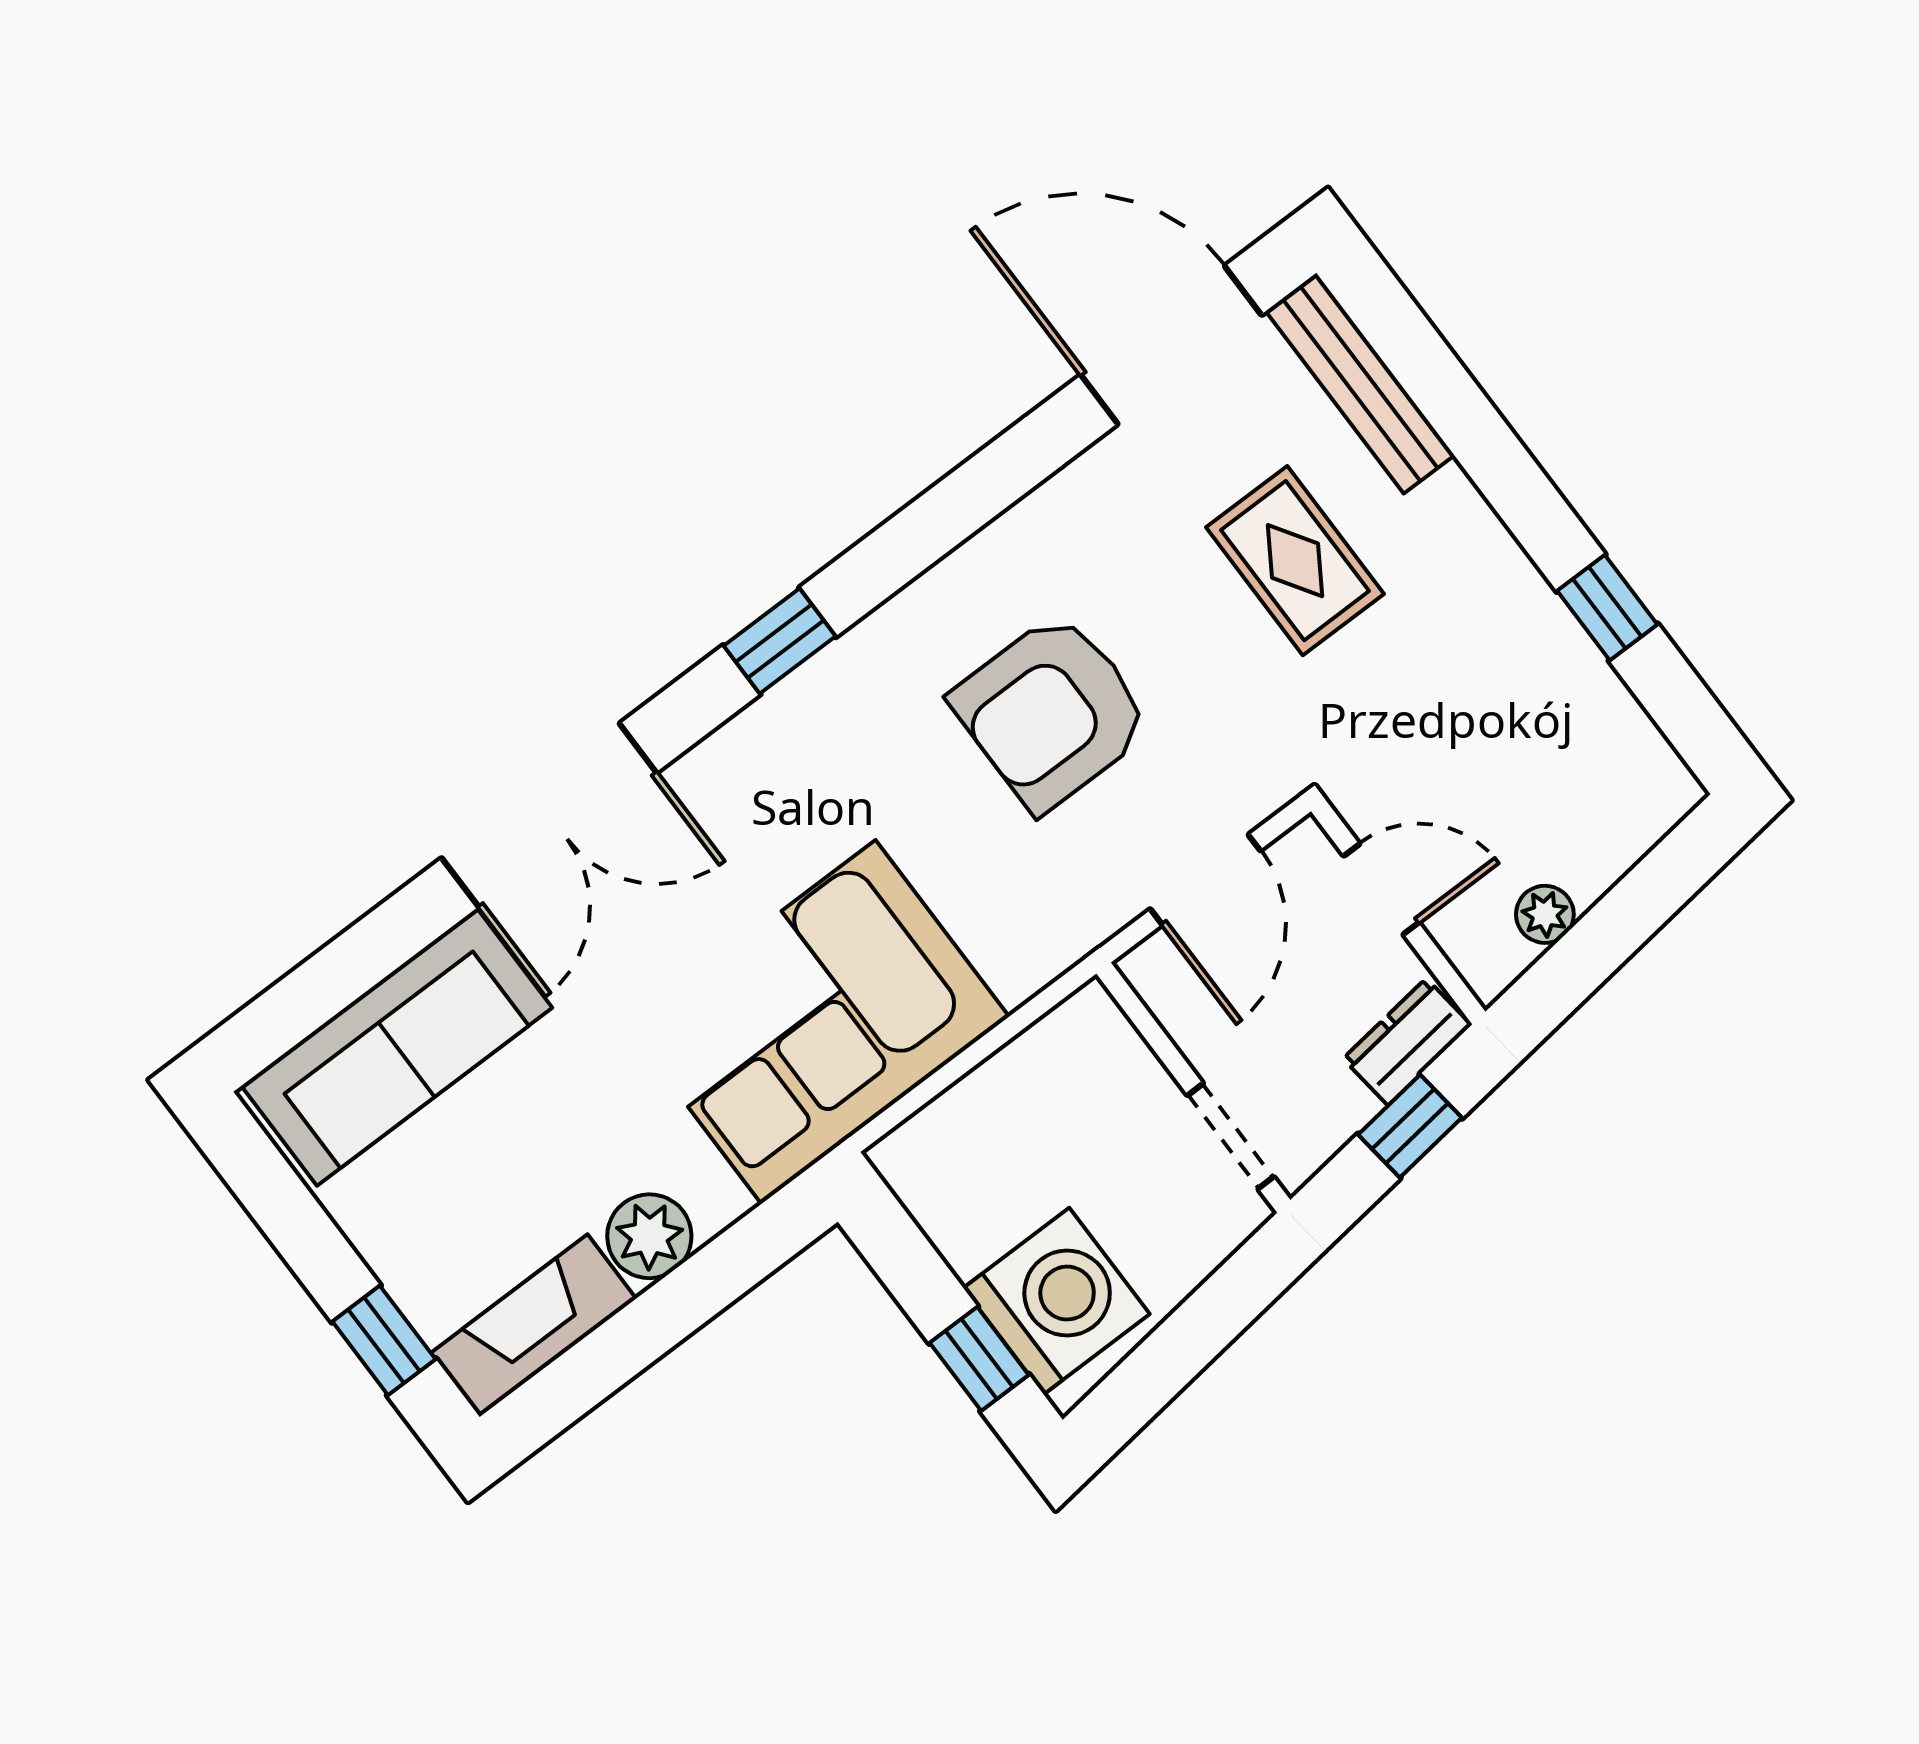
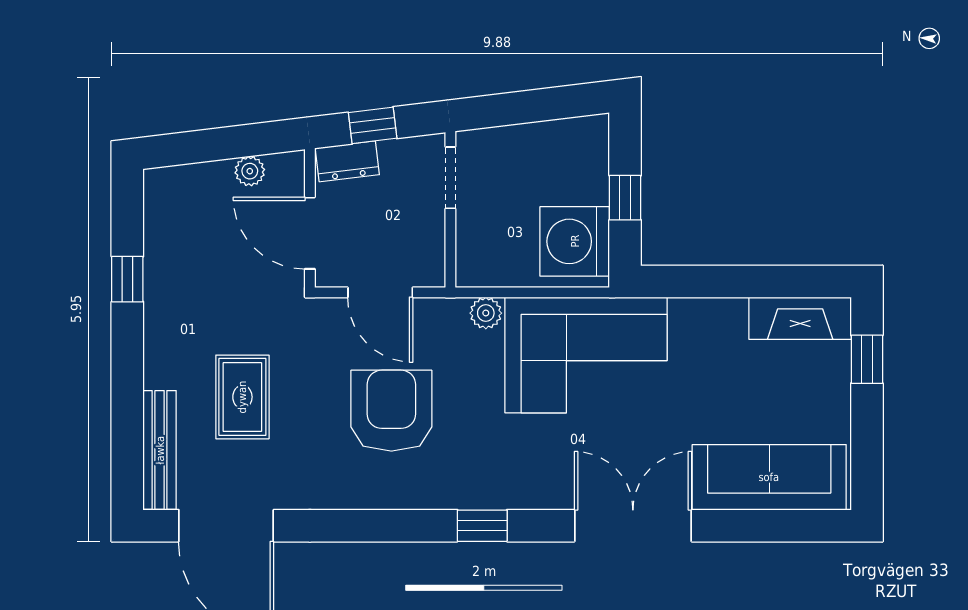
armchair: (1052, 712) -> (391, 411), turned -90
door: (1205, 880) -> (380, 292), swing flipped
door: (1381, 889) -> (310, 233), width x1.38
plant: (649, 1236) -> (486, 313), moved, width x0.73, depth x0.73
washing machine: (1056, 1301) -> (575, 241), moved
window: (979, 1359) -> (625, 198), moved

